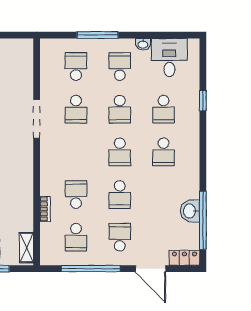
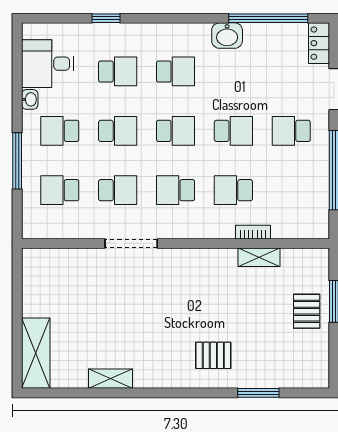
washbasin: (190, 211) -> (227, 36), moved
school desk: (76, 237) -> (176, 190), moved, turned 180
shelving: (26, 248) -> (259, 257), moved

